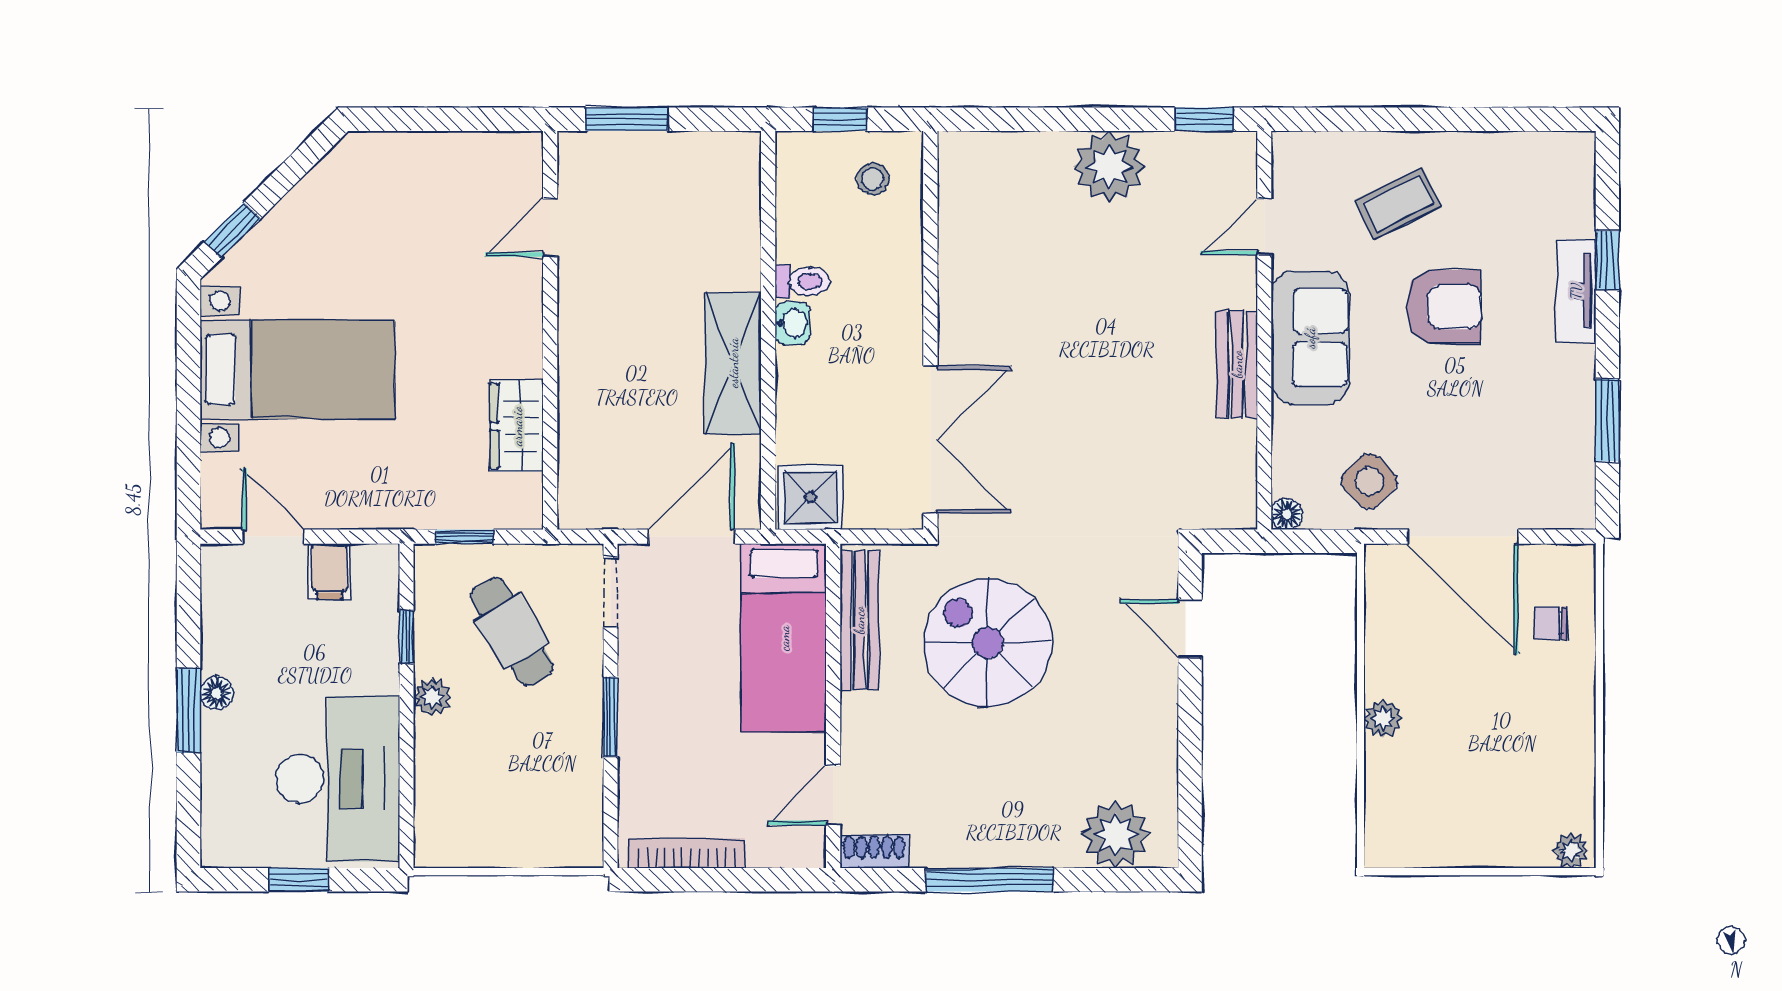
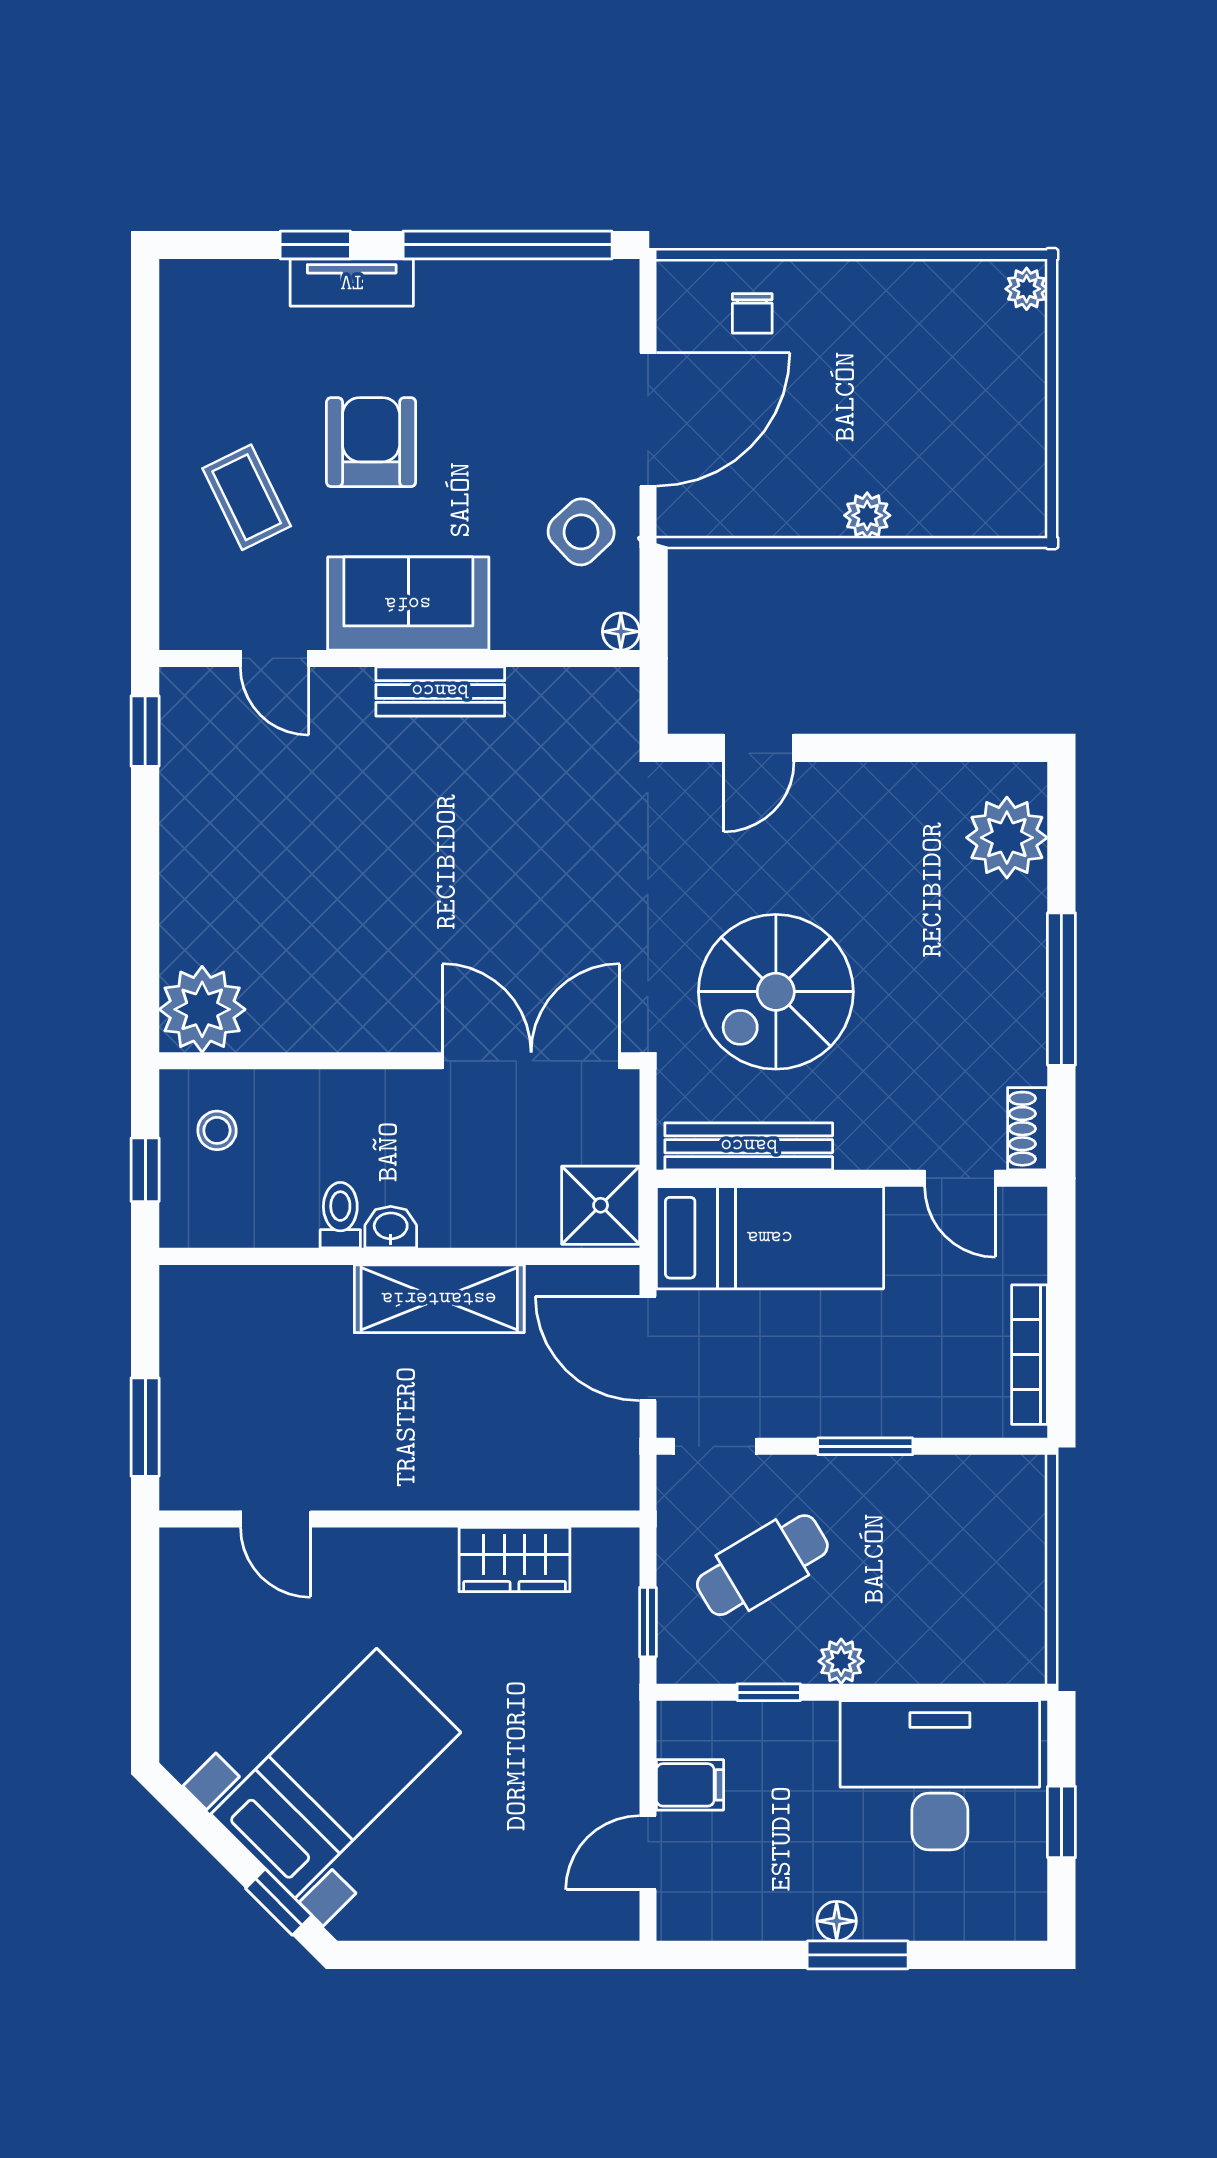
plant: (1109, 167) -> (202, 1009), moved
bed with nightstands: (298, 369) -> (336, 1773), moved, turned 45
window: (1607, 420) -> (508, 245), width x2.11

